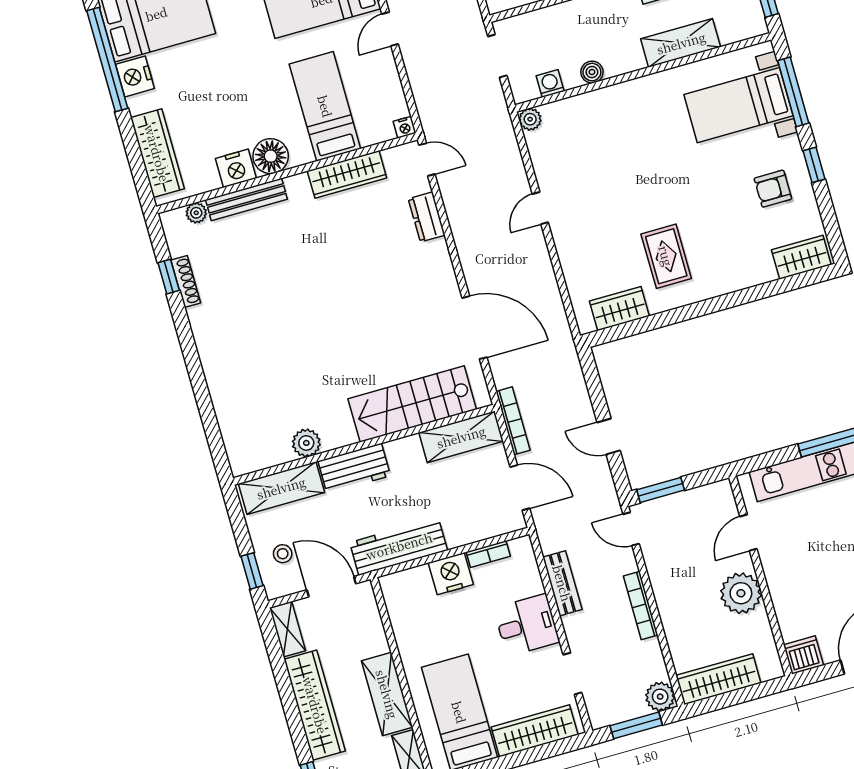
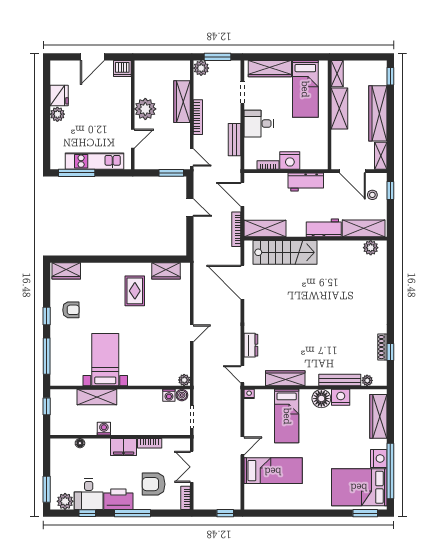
boiler: (592, 72) -> (182, 395), moved
bed with nightstands: (738, 105) -> (105, 360), moved, turned -90
plant: (306, 443) -> (371, 248), moved
workbench: (399, 546) -> (306, 182), width x0.73
wardrobe: (718, 679) -> (182, 102), moved, turned 90

